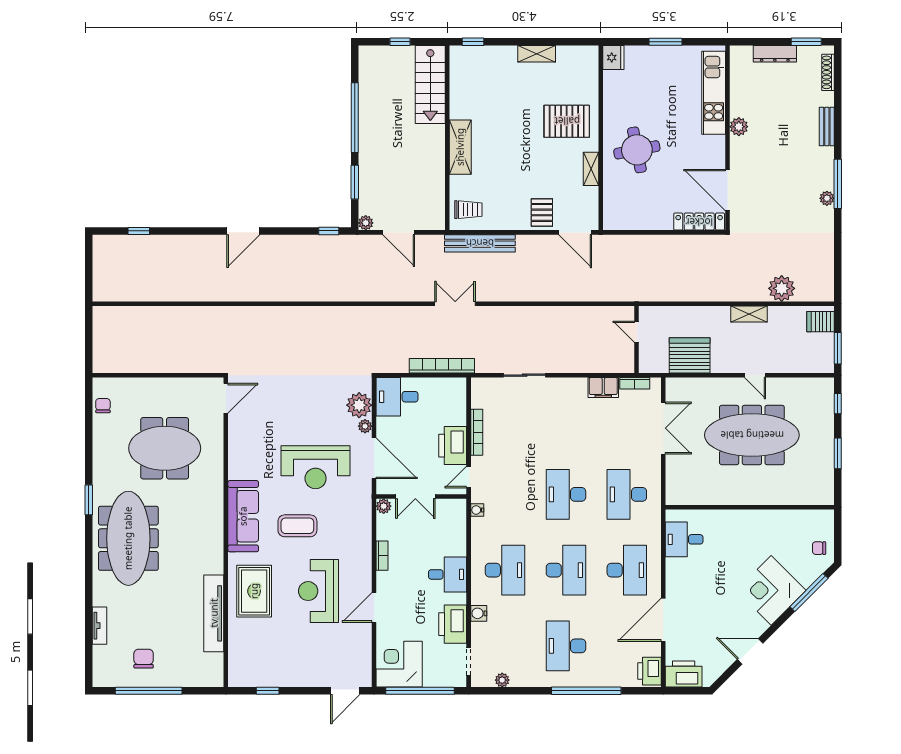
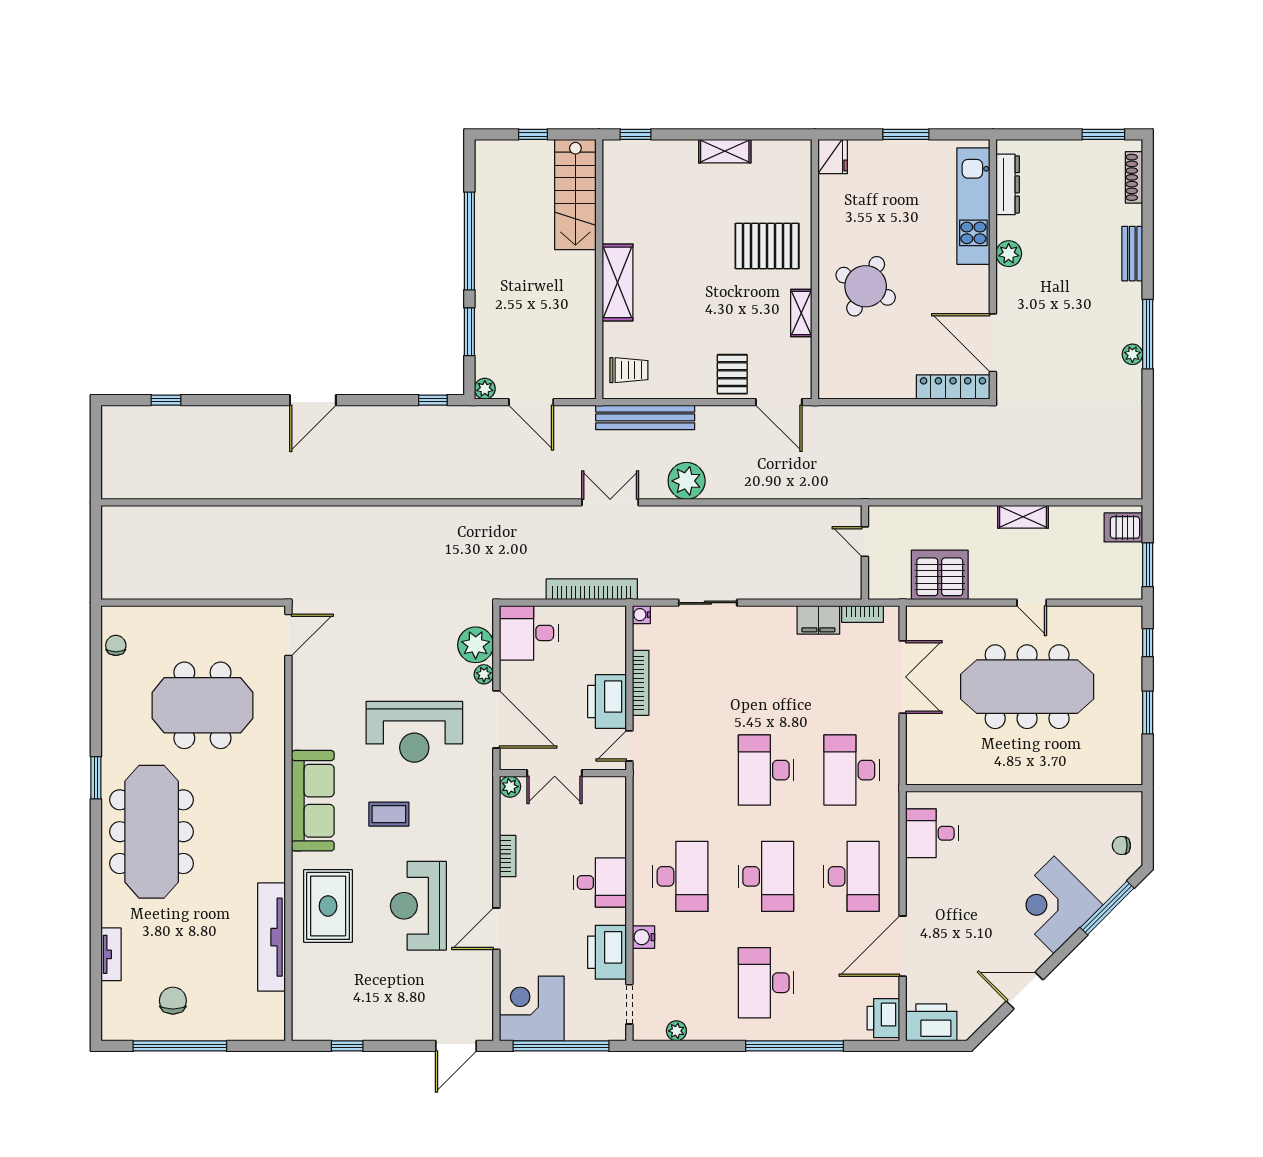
dresser: (775, 54) -> (1008, 184), moved, turned -90
round table: (637, 150) -> (866, 286), turned 38
plant: (782, 288) -> (687, 481), moved
water cooler: (477, 510) -> (641, 615), moved
coffee table: (297, 526) -> (389, 814), width x0.73, depth x0.77

